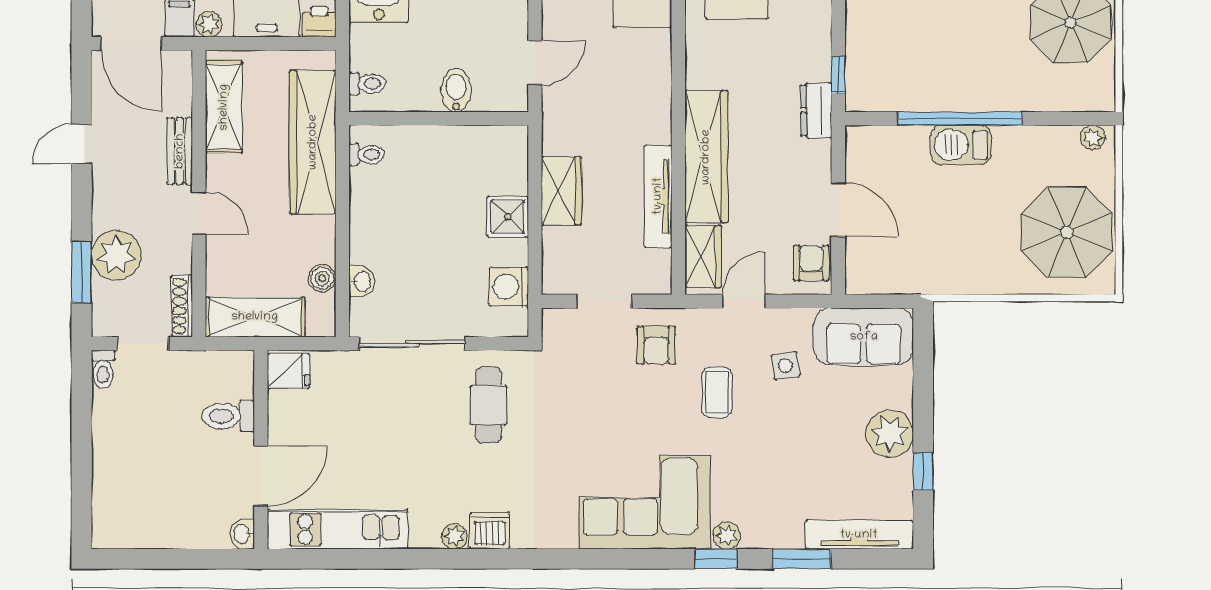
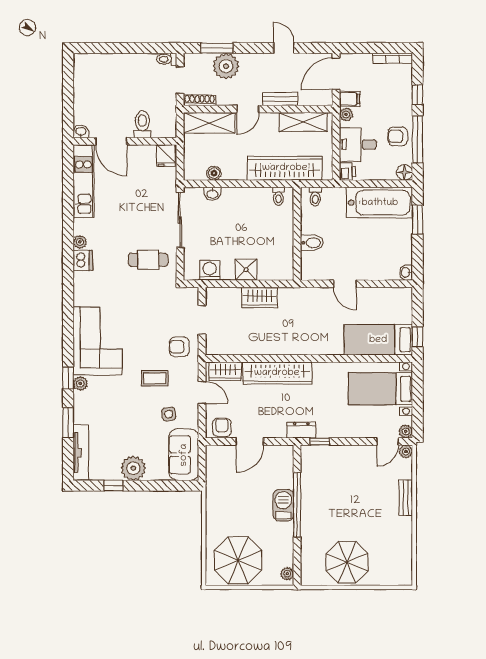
door: (535, 63) -> (345, 284), moved
tv unit: (658, 196) -> (257, 348), removed
armchair: (811, 263) -> (222, 427), turned -90
shelving: (255, 317) -> (209, 123), moved, turned 90

